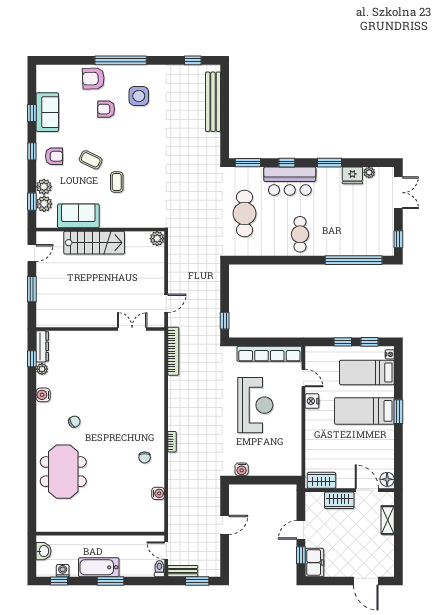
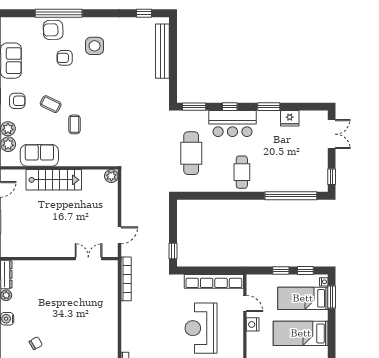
window: (121, 60) -> (59, 13), moved
plant: (369, 172) -> (305, 116), removed
reception desk: (255, 405) -> (201, 328), turned 180
window: (398, 412) -> (332, 297), moved

